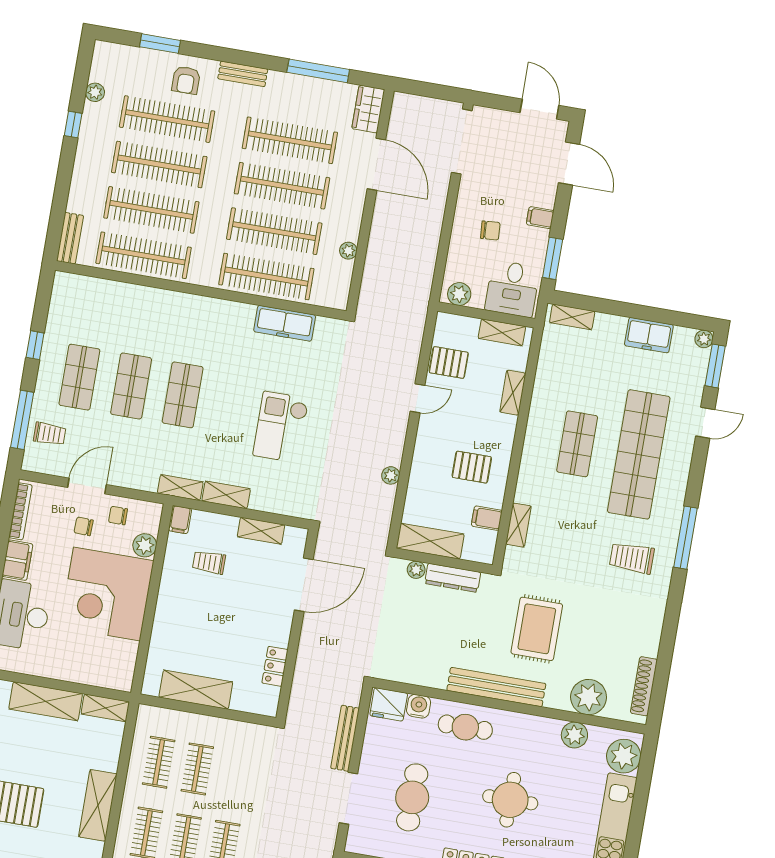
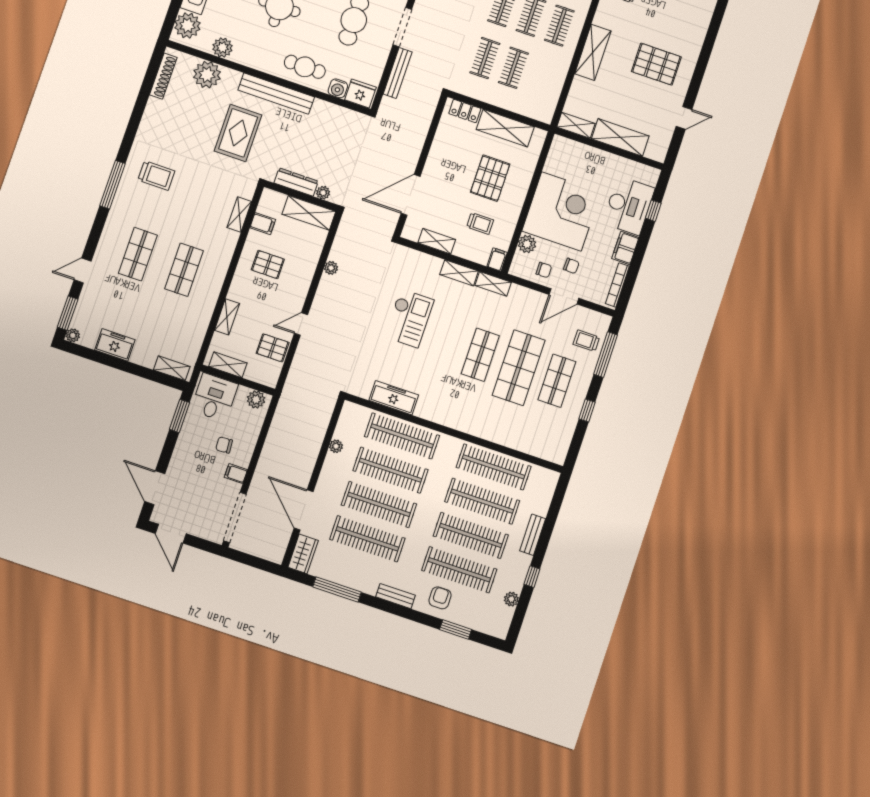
filing cabinet: (540, 218) -> (236, 474), moved, turned 180
bench: (70, 238) -> (533, 535), moved
shop shelf: (131, 386) -> (519, 368), width x1.43, depth x1.36
shop shelf: (639, 454) -> (138, 254), width x0.50, depth x0.74
pallet: (205, 622) -> (490, 178), added
locker: (275, 666) -> (465, 111), moved, turned 90
clothes rail: (159, 762) -> (485, 58), moved

